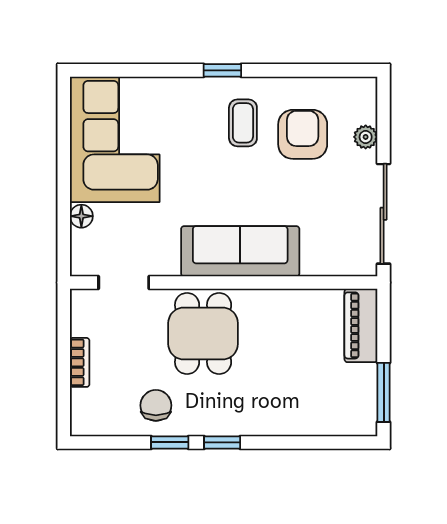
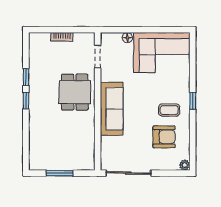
plant: (366, 137) -> (185, 165), moved
piano: (361, 325) -> (78, 163), removed
dining table: (203, 334) -> (75, 92), turned 90
window: (384, 392) -> (60, 173), moved
chair: (156, 405) -> (43, 71), removed

